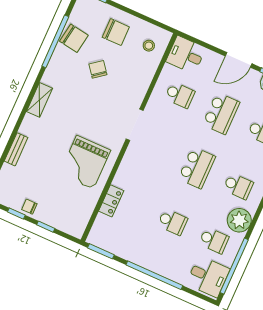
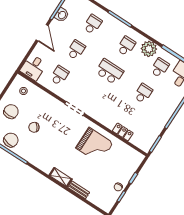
shelving: (39, 100) -> (61, 177), moved
school desk: (221, 113) -> (76, 50), width x0.54

